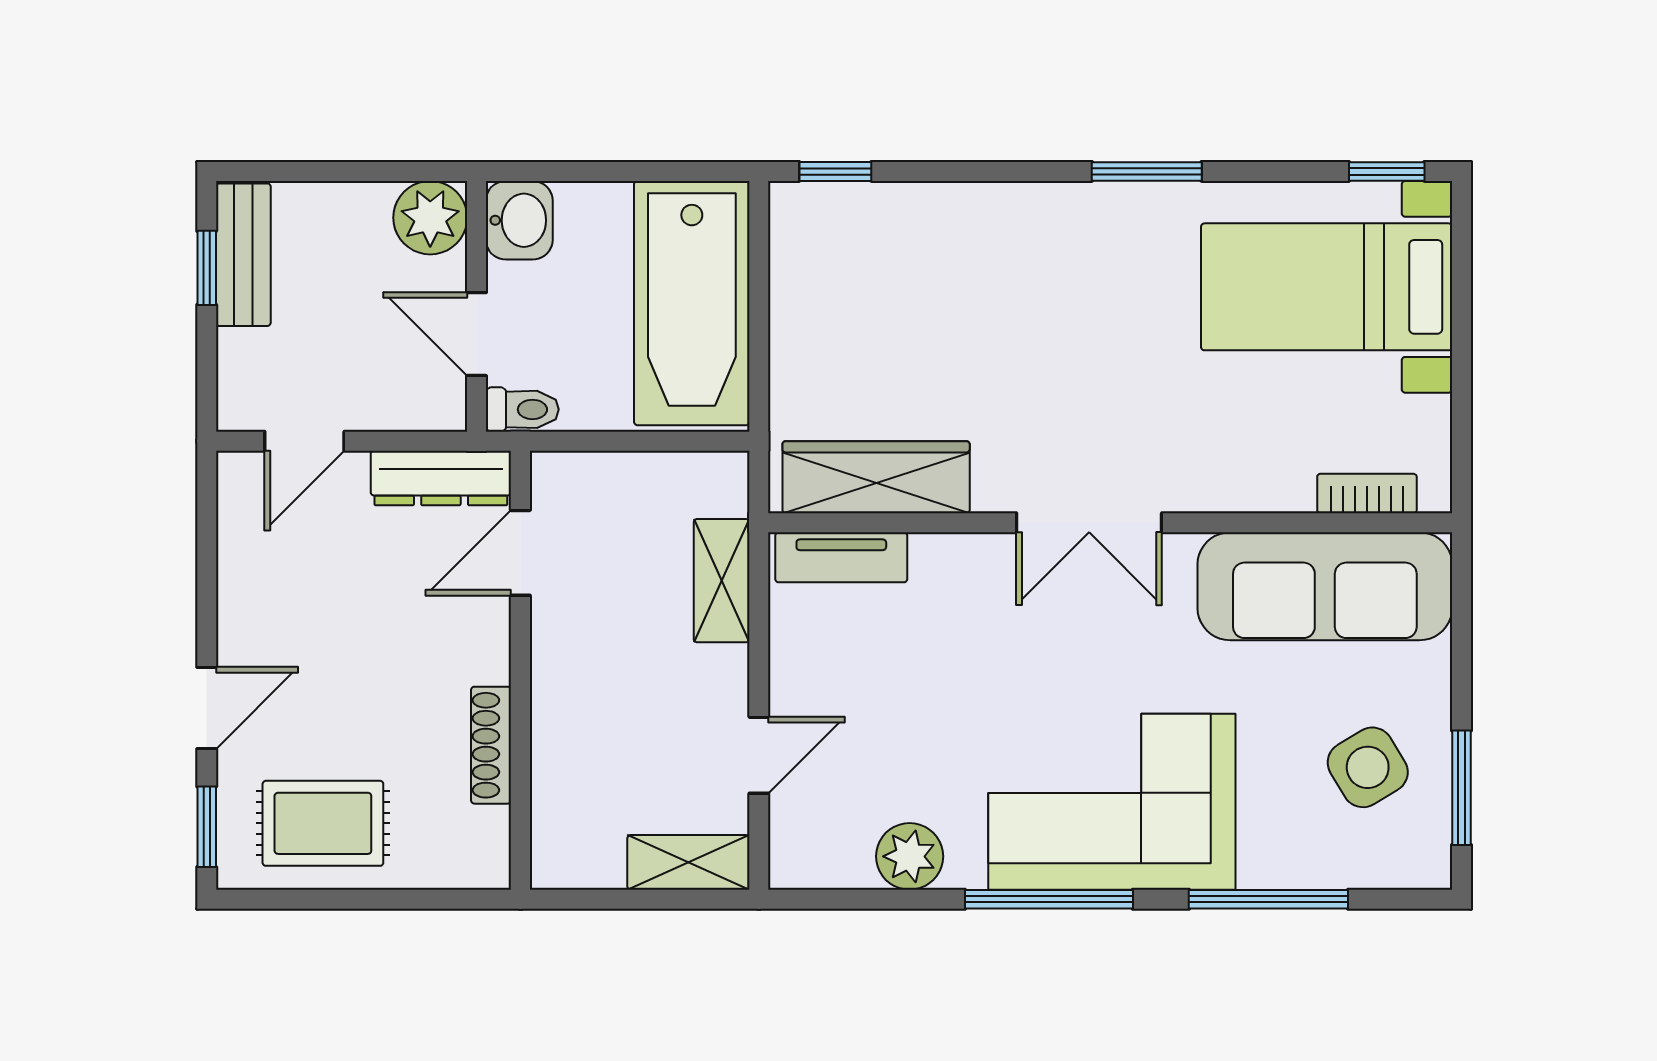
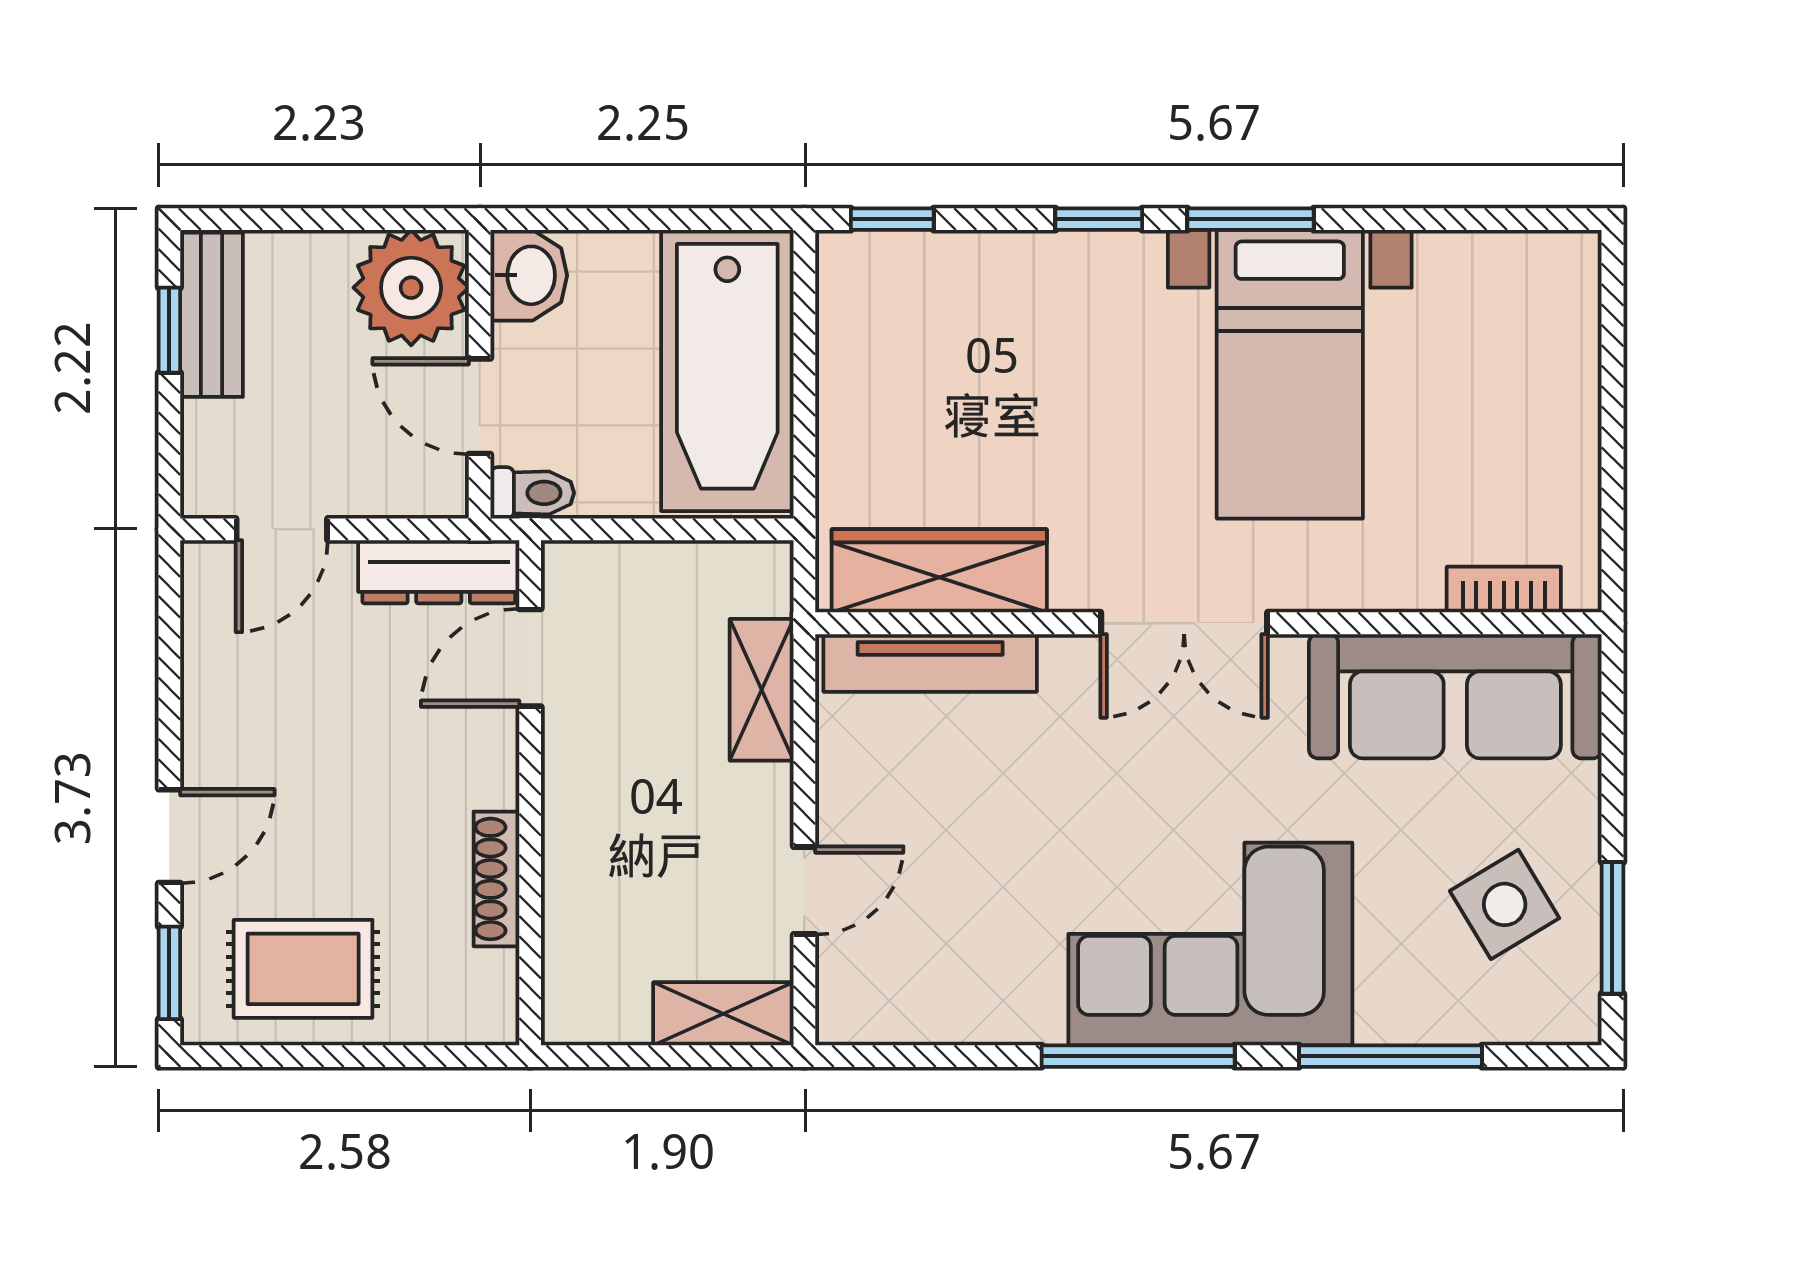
window: (1387, 171) -> (1099, 219), moved
plant: (430, 218) -> (411, 288), width x1.36, depth x1.36
bed with nightstands: (1327, 287) -> (1290, 374), moved, turned -90
tv unit: (841, 557) -> (930, 663), width x1.41
plant: (910, 856) -> (978, 1007), removed

